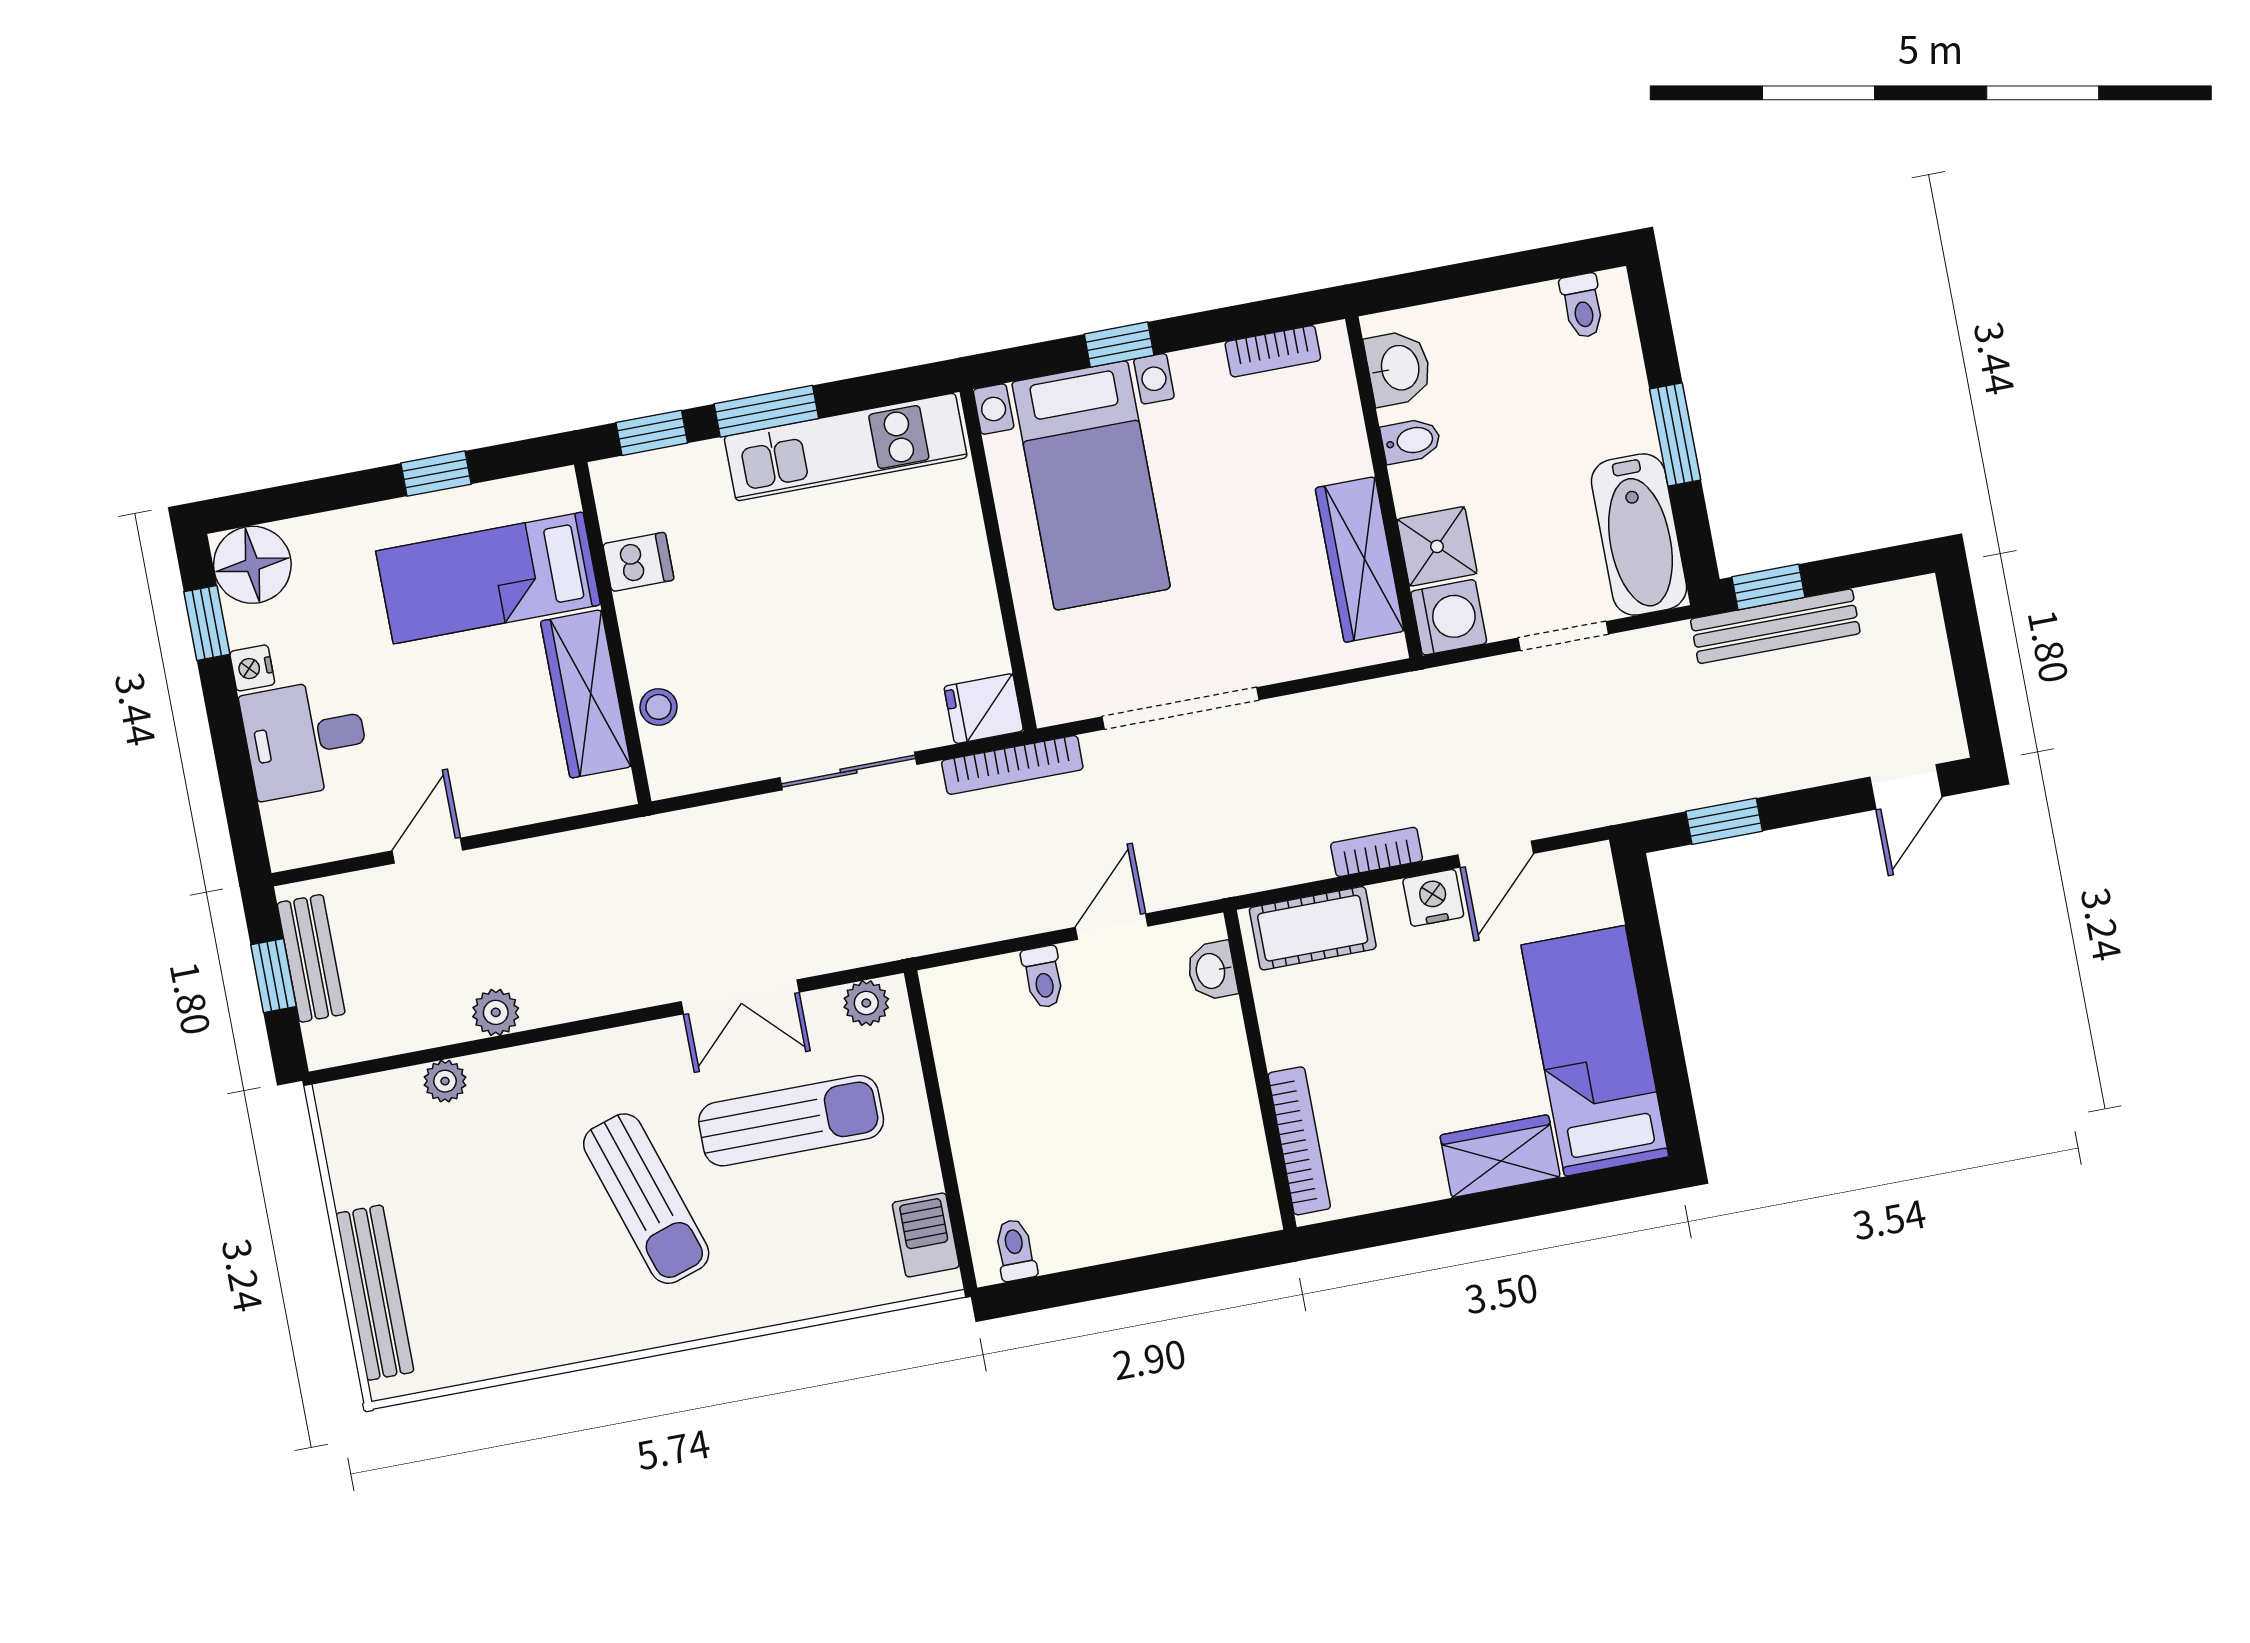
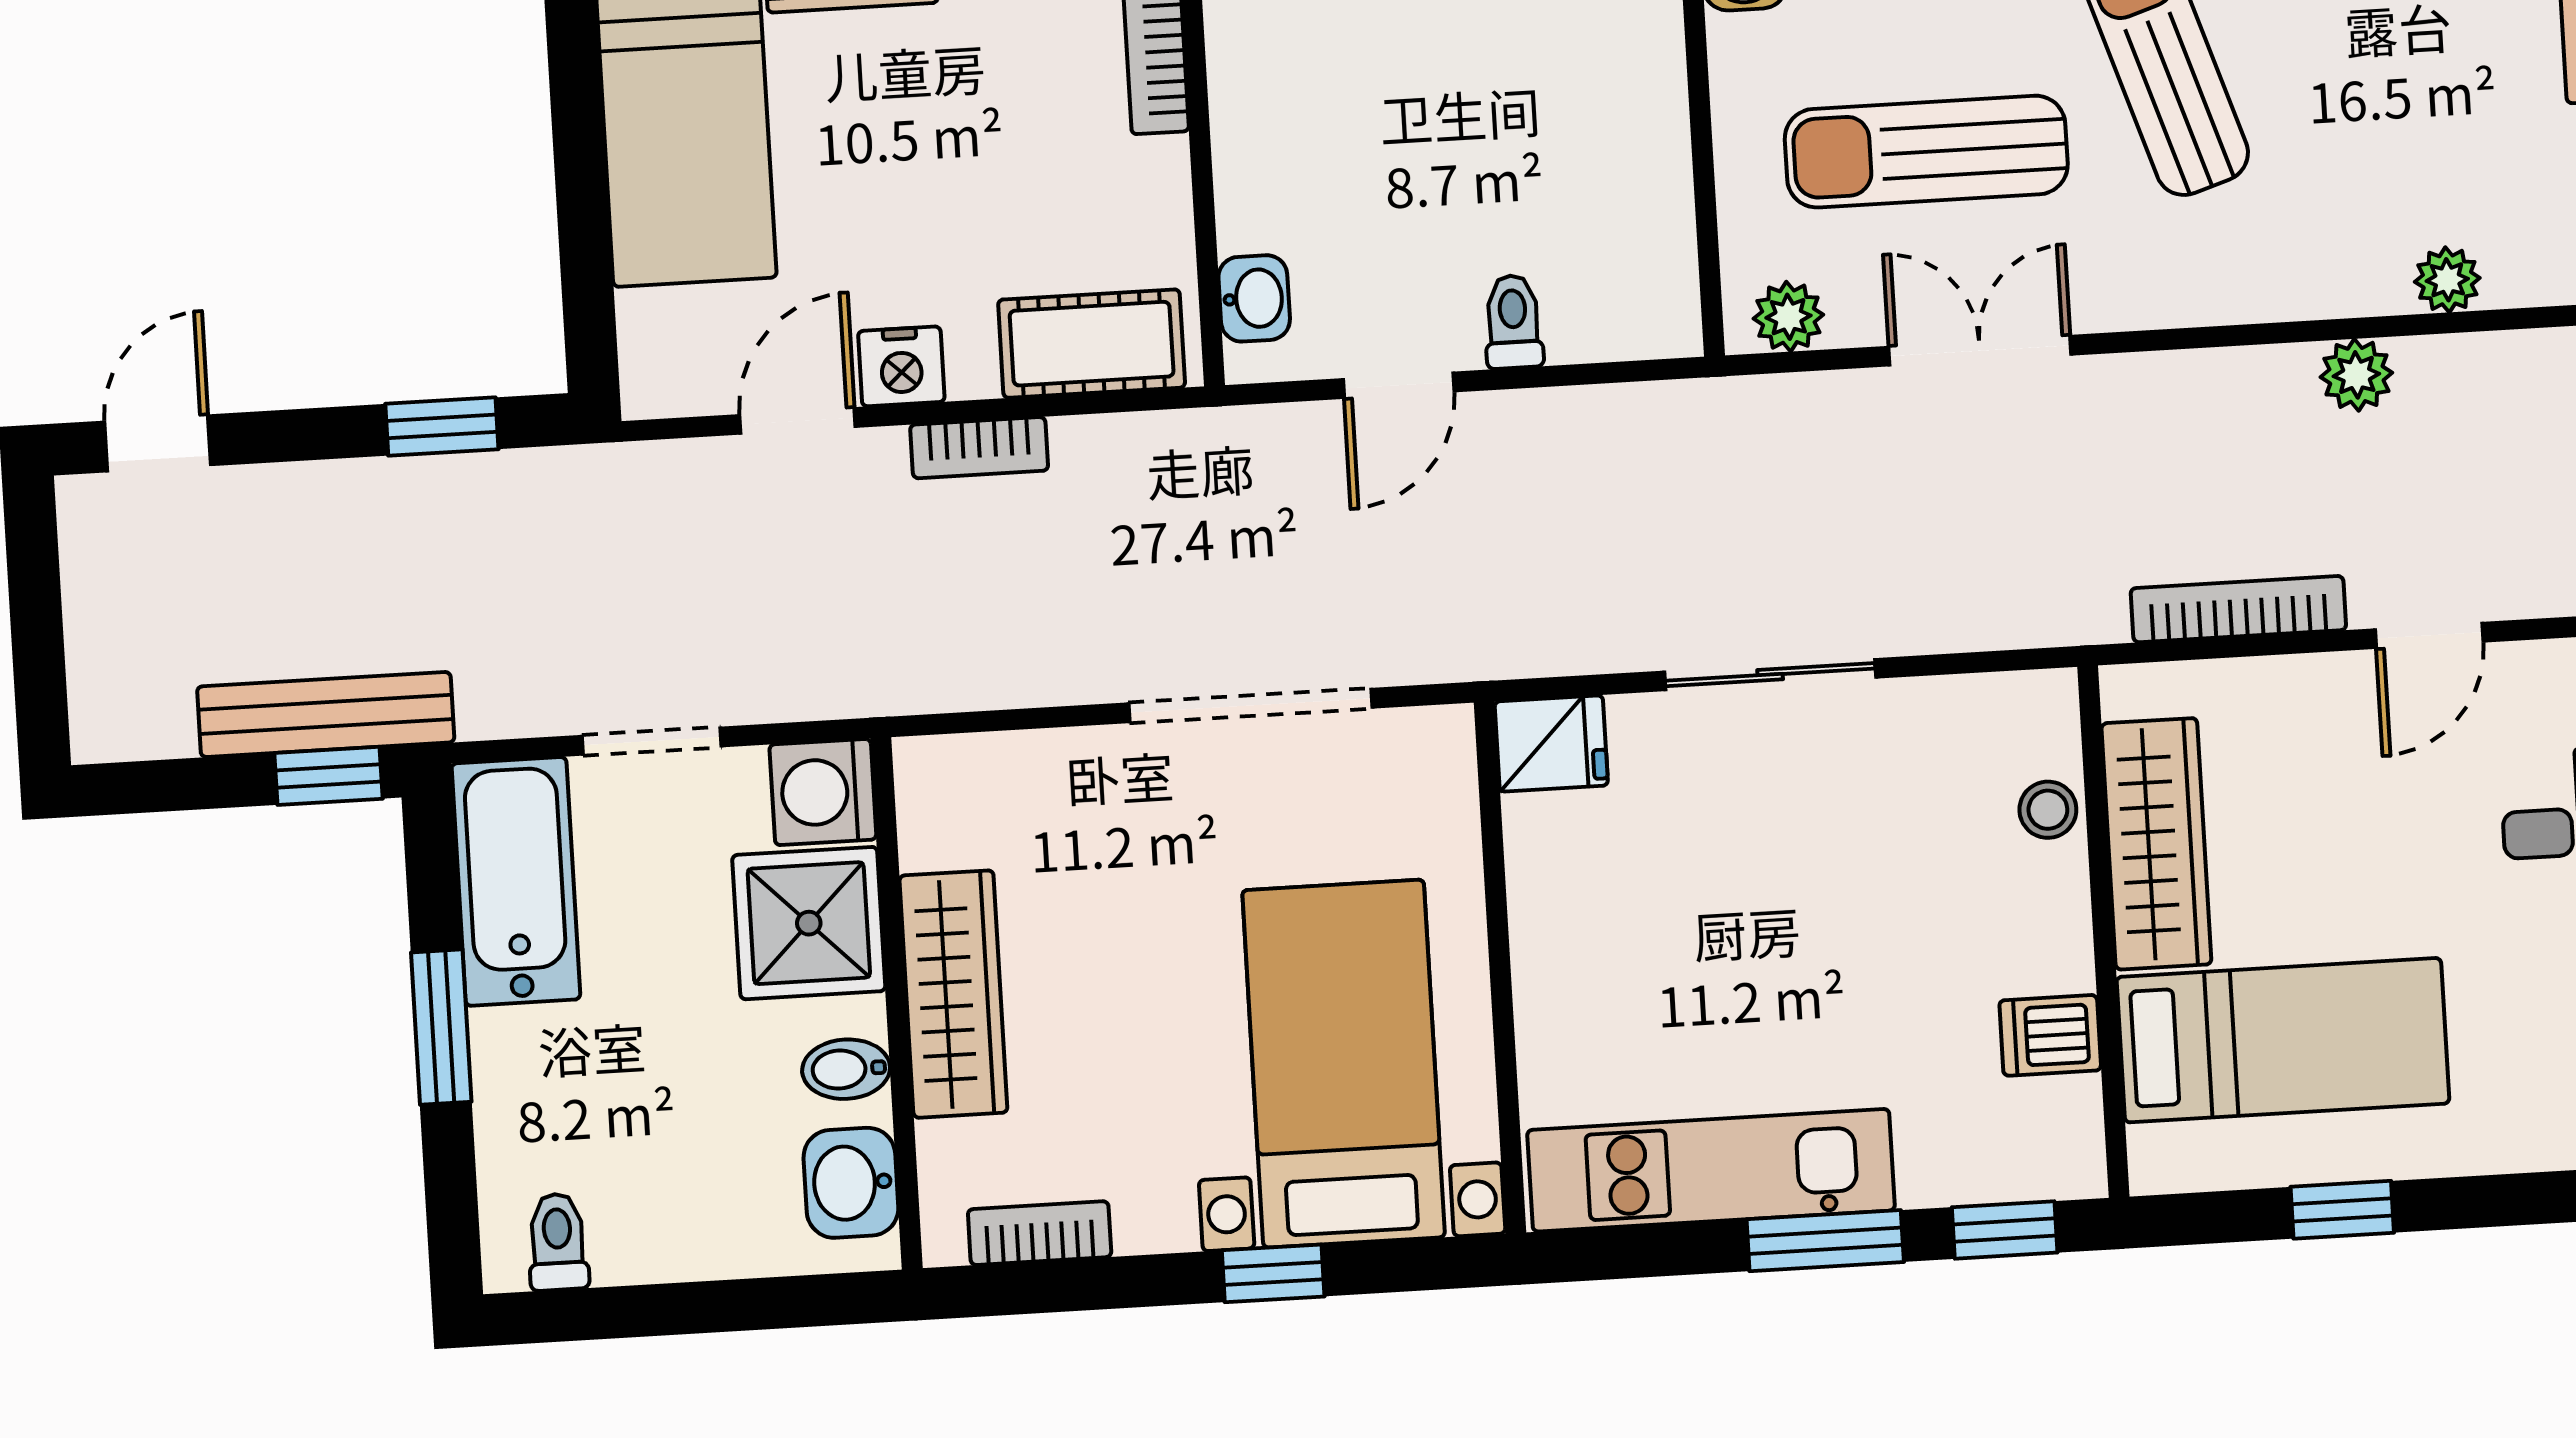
shower: (1437, 546) -> (809, 923), width x1.36, depth x1.36
wardrobe: (1360, 560) -> (953, 994), moved
bookcase: (1012, 765) -> (2238, 609), moved

